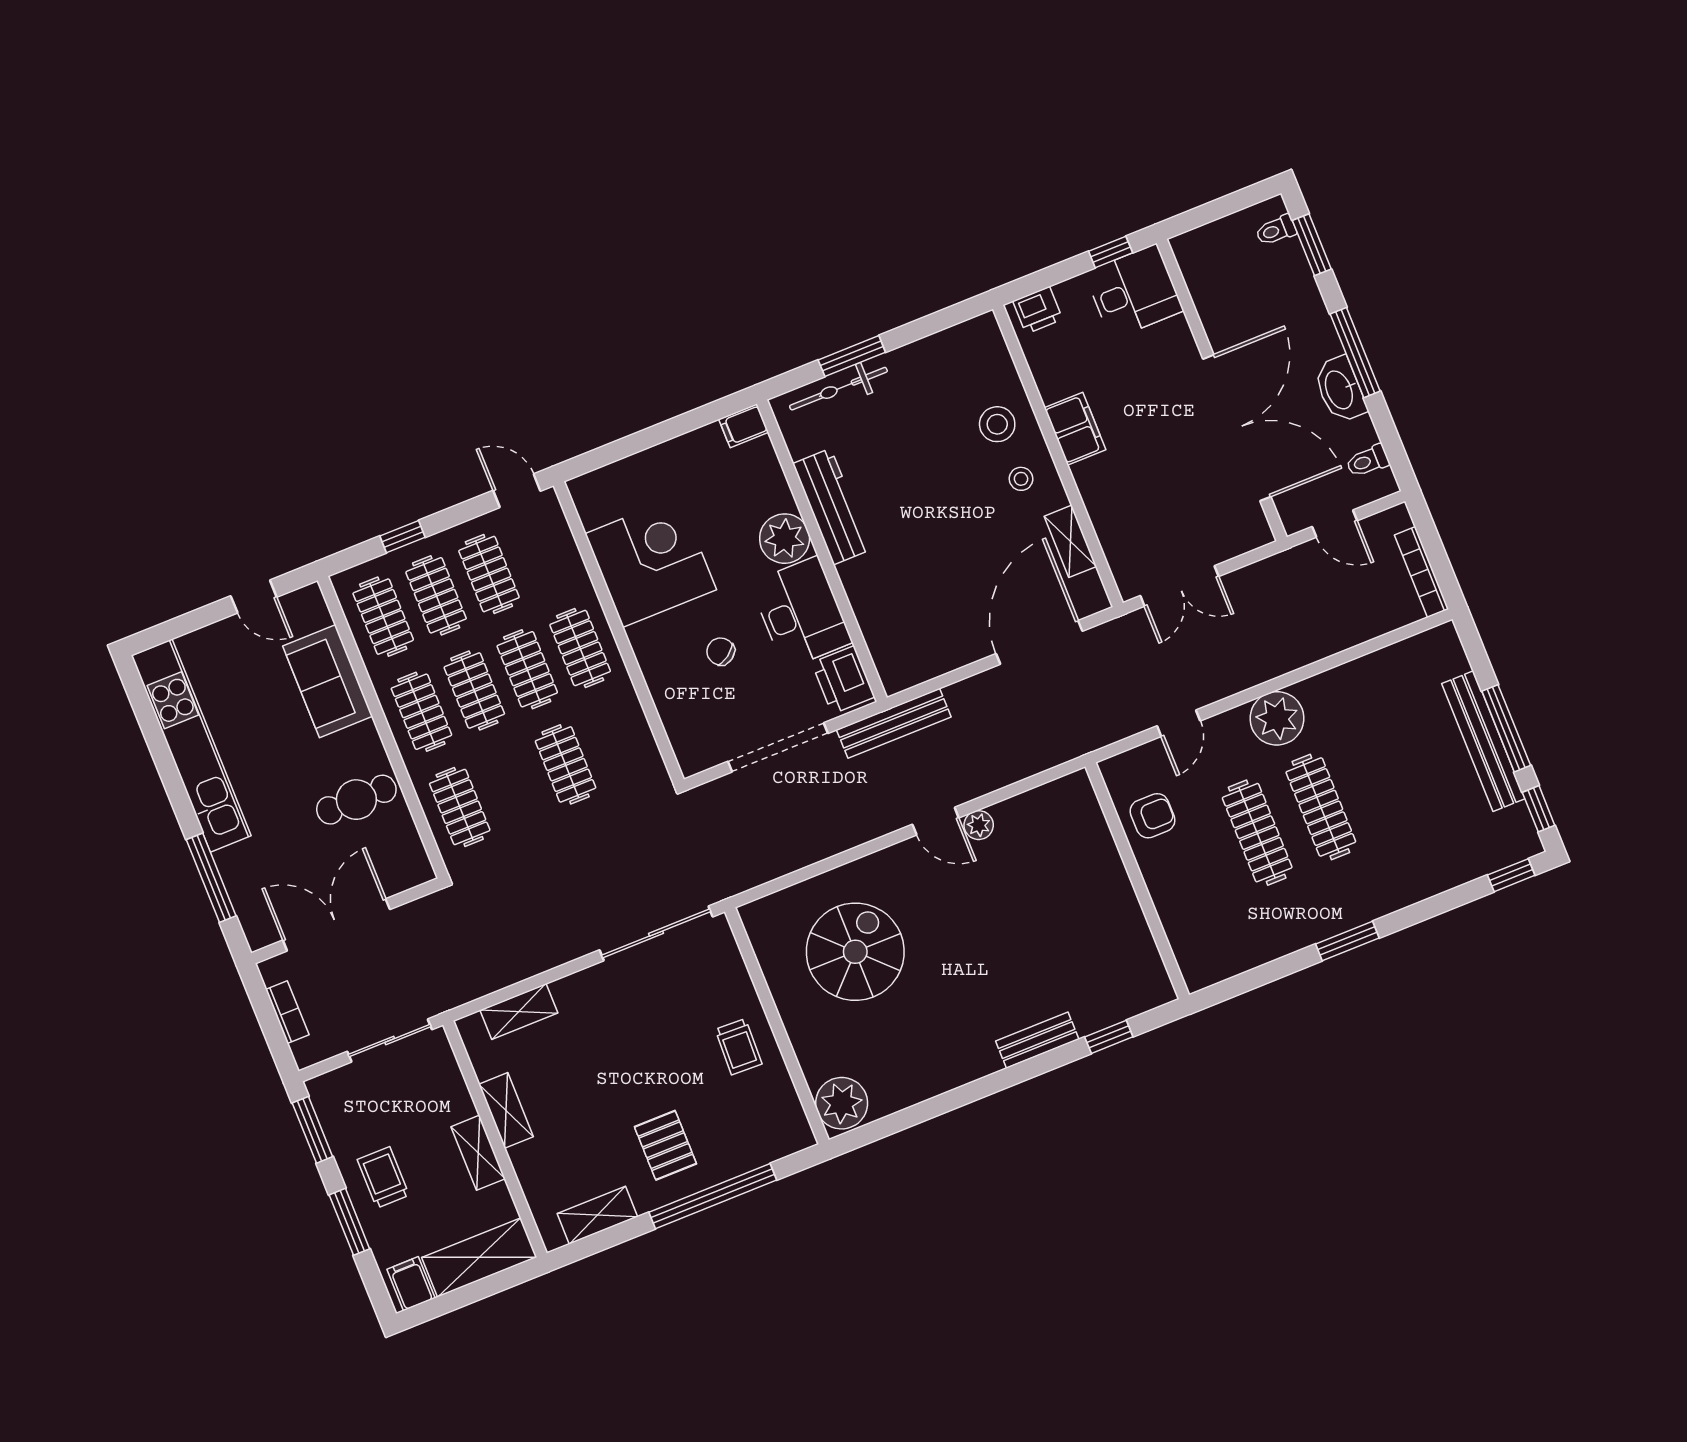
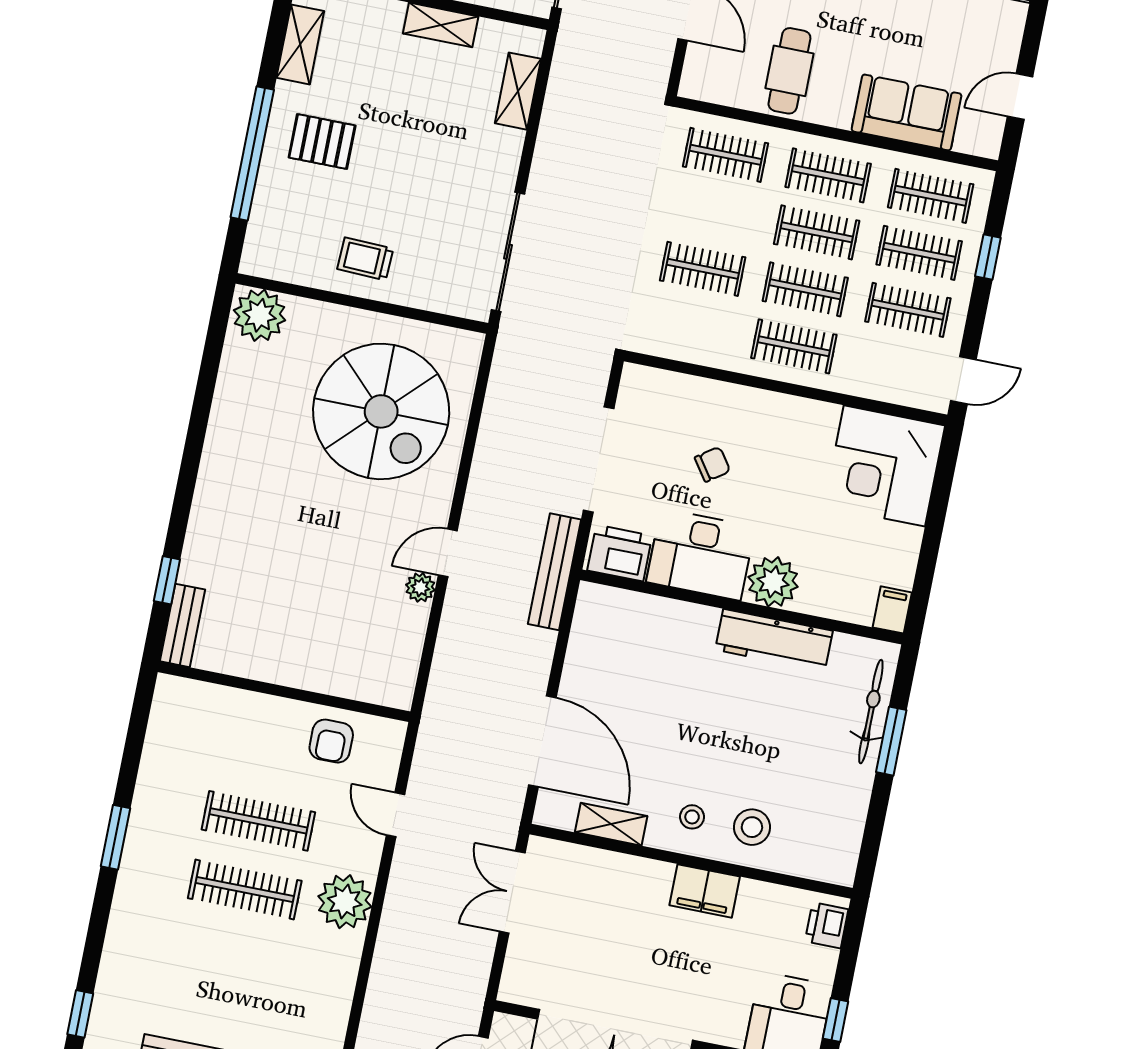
corner desk: (651, 562) -> (884, 466), moved, turned 90
spiral stairs: (855, 952) -> (381, 411), width x1.37, depth x1.37
bench: (1037, 1040) -> (183, 625), moved

